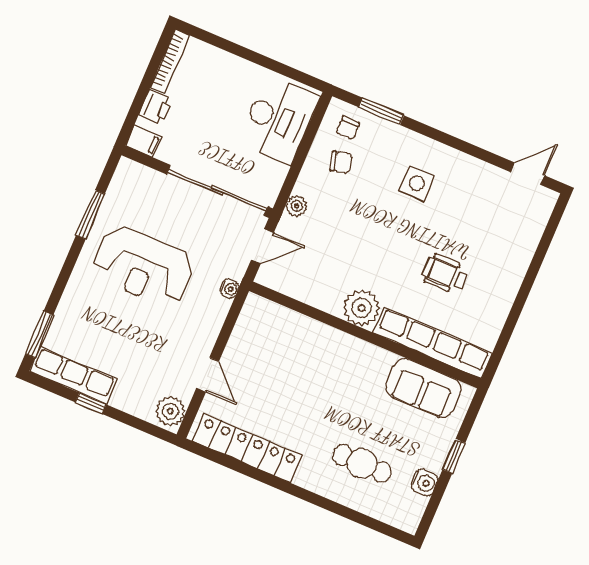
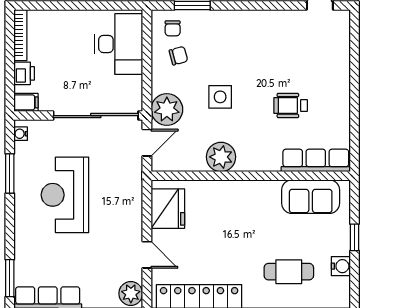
side table: (417, 183) -> (220, 97), moved
plant: (297, 206) -> (167, 109), width x1.87, depth x1.87
reception desk: (143, 266) -> (65, 195), turned 90
water cooler: (230, 289) -> (21, 134), moved, turned 180
plant: (362, 308) -> (221, 157), moved
fridge: (254, 332) -> (168, 209), added
row of seats: (433, 343) -> (316, 160), width x0.73

